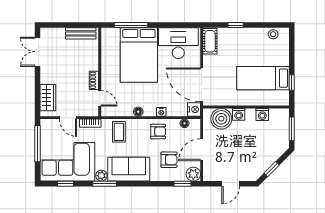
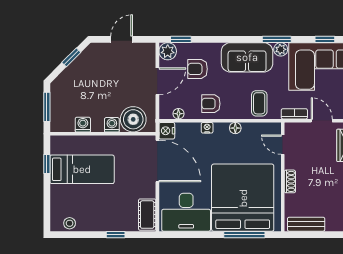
bed: (139, 55) -> (243, 198), width x1.36
shoe rack: (94, 80) -> (290, 181), moved

